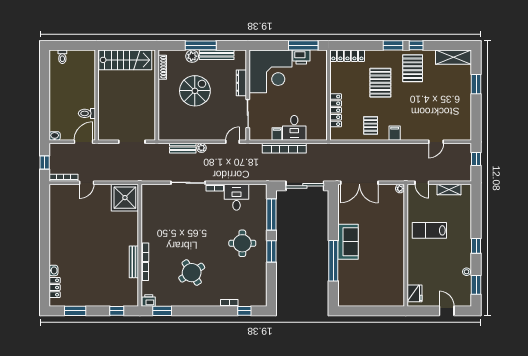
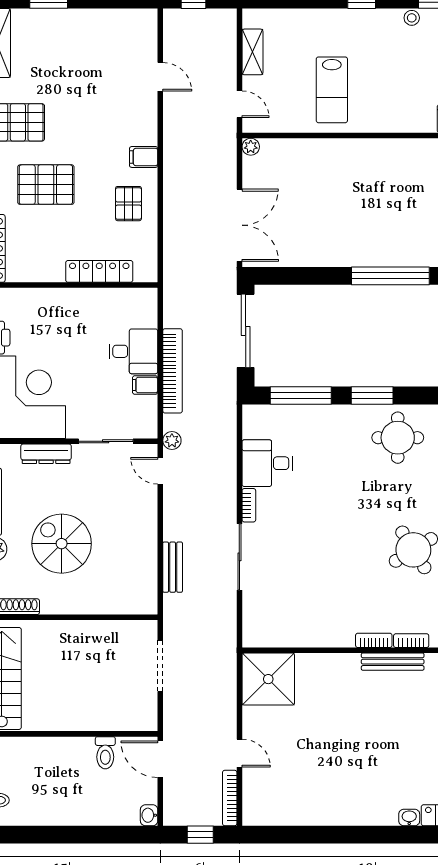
pallet: (371, 125) -> (128, 204), turned 90
plant: (201, 148) -> (172, 441), moved
door: (422, 183) -> (239, 104), hinge flipped
sofa: (348, 242) -> (354, 247), removed
round table: (242, 243) -> (398, 438), moved

